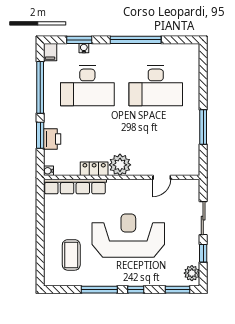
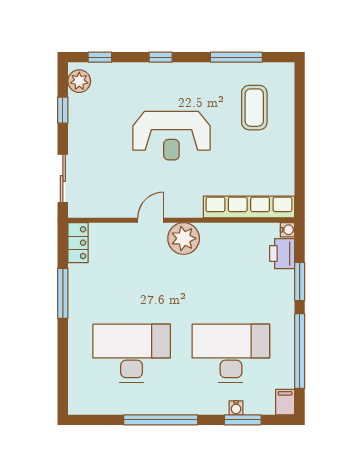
printer: (52, 139) -> (282, 254), moved
locker: (94, 169) -> (78, 243), moved, turned -90
door: (162, 177) -> (151, 220), moved
sliding door: (203, 218) -> (63, 178), moved
reception desk: (128, 236) -> (171, 136), width x0.74, depth x0.77
window: (99, 290) -> (236, 57), moved
window: (178, 290) -> (100, 57), width x0.67

